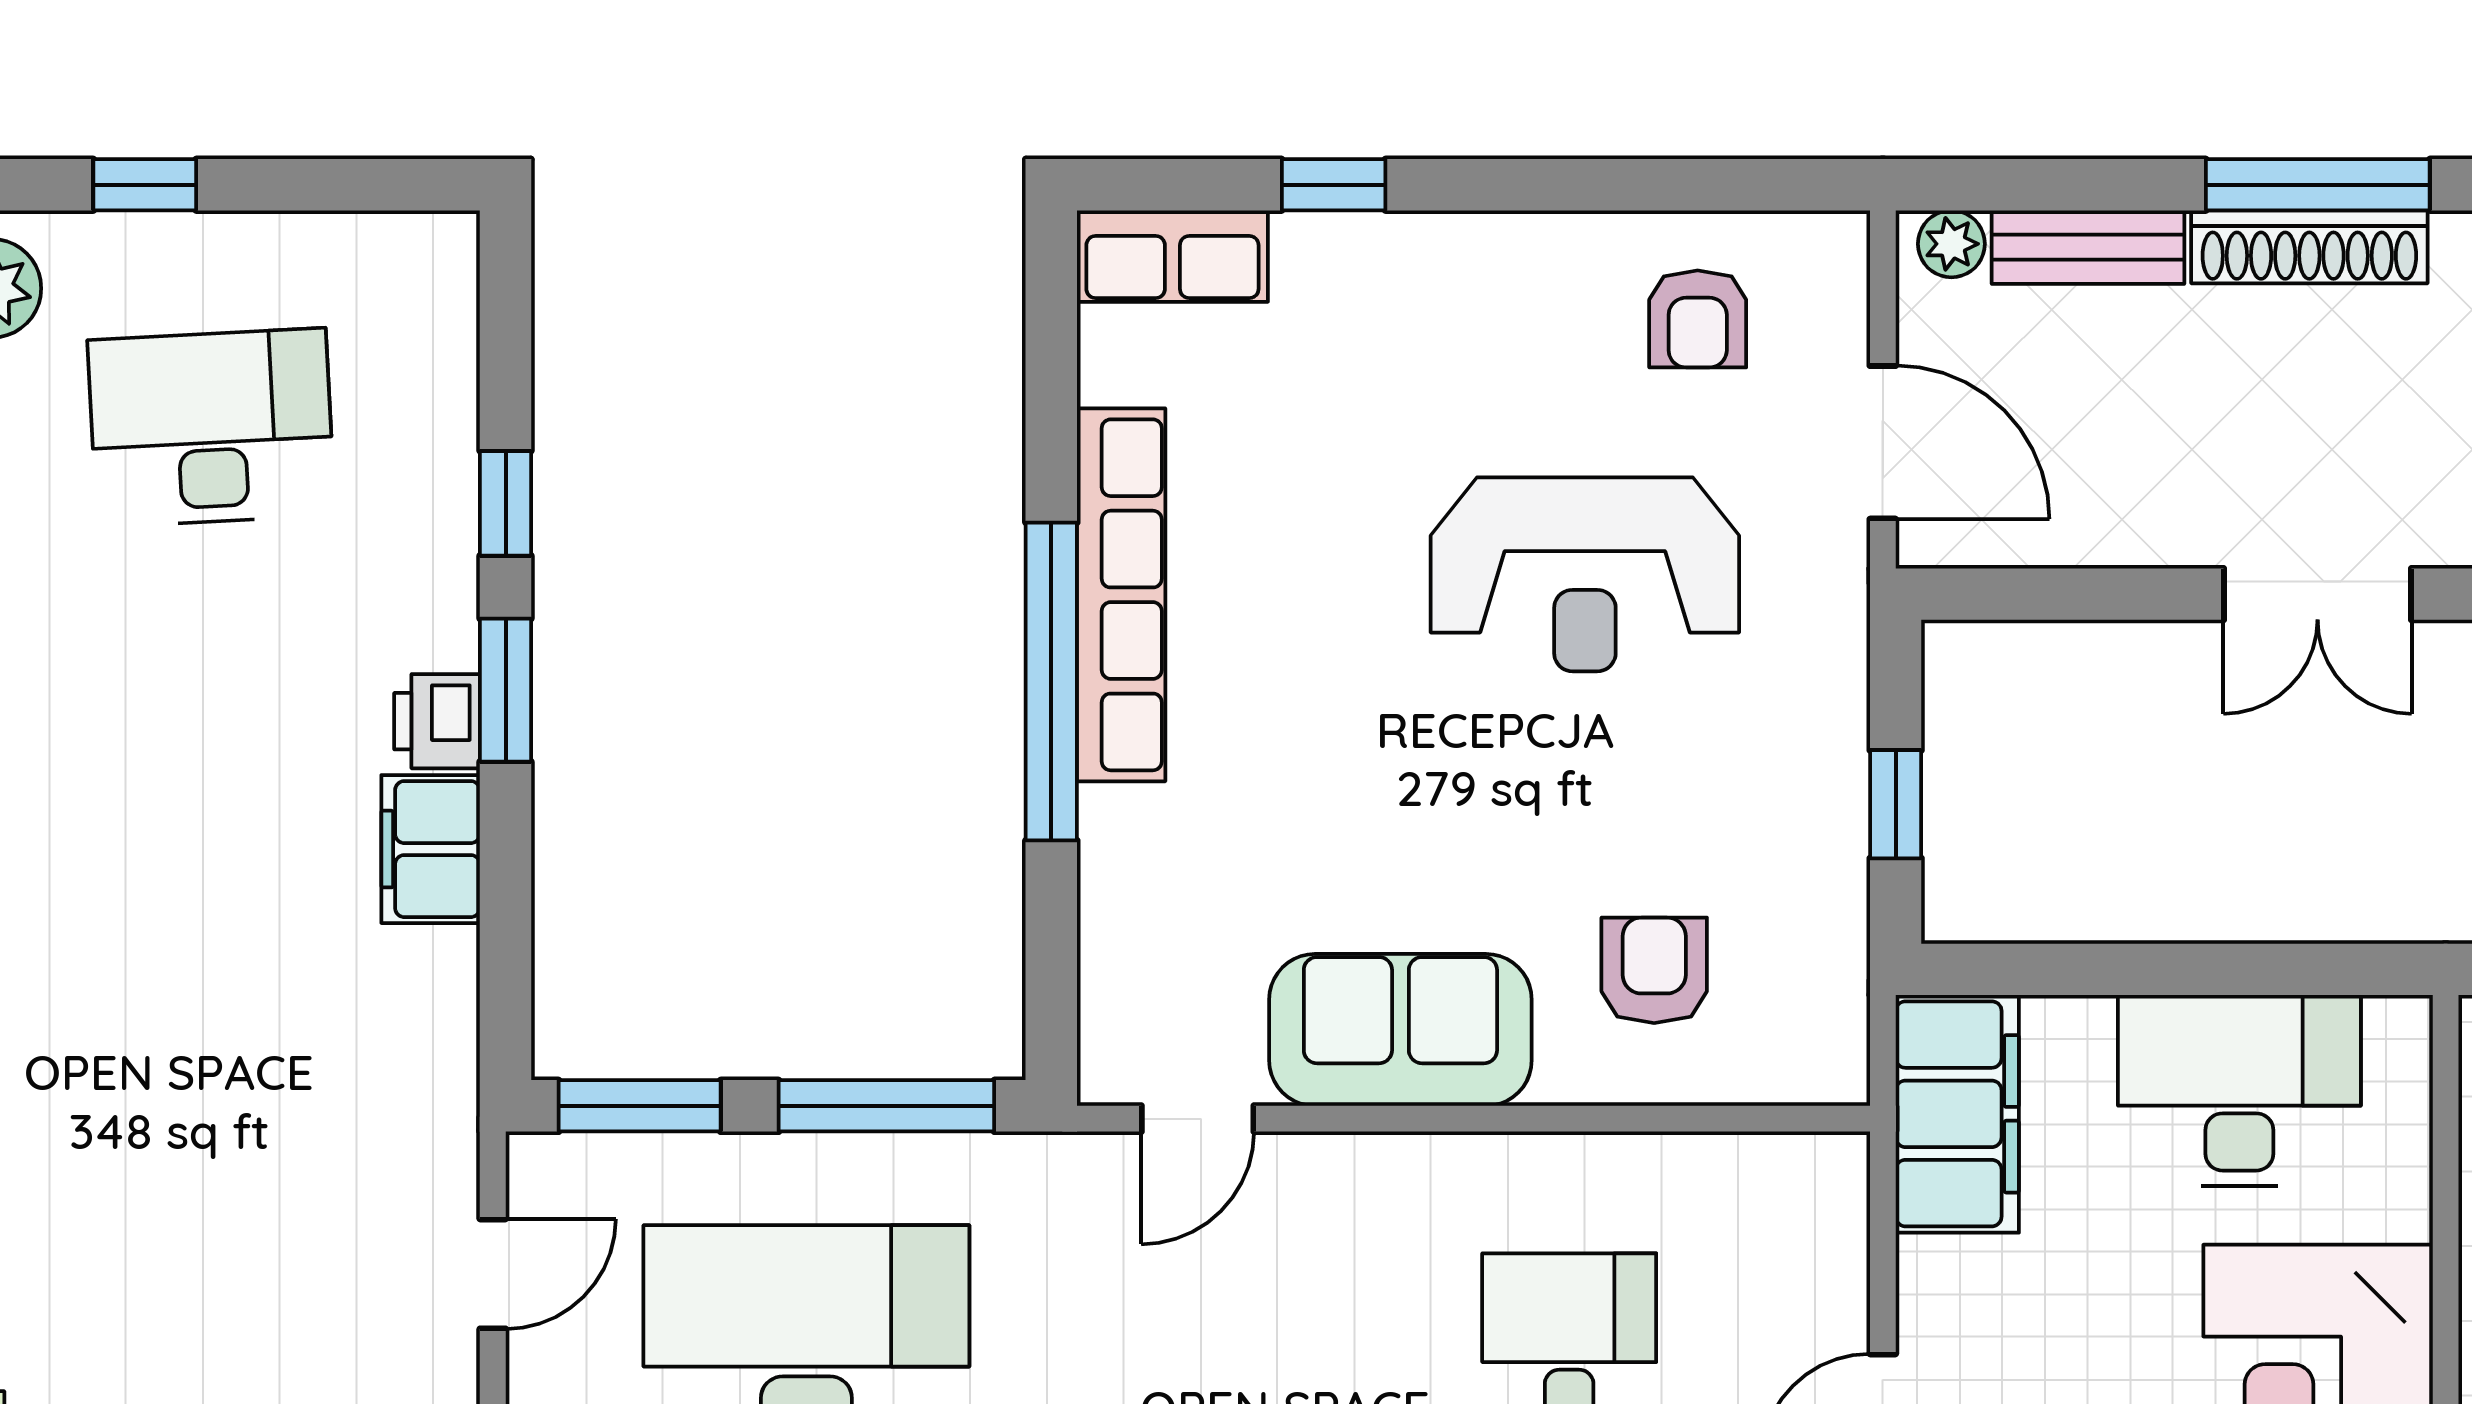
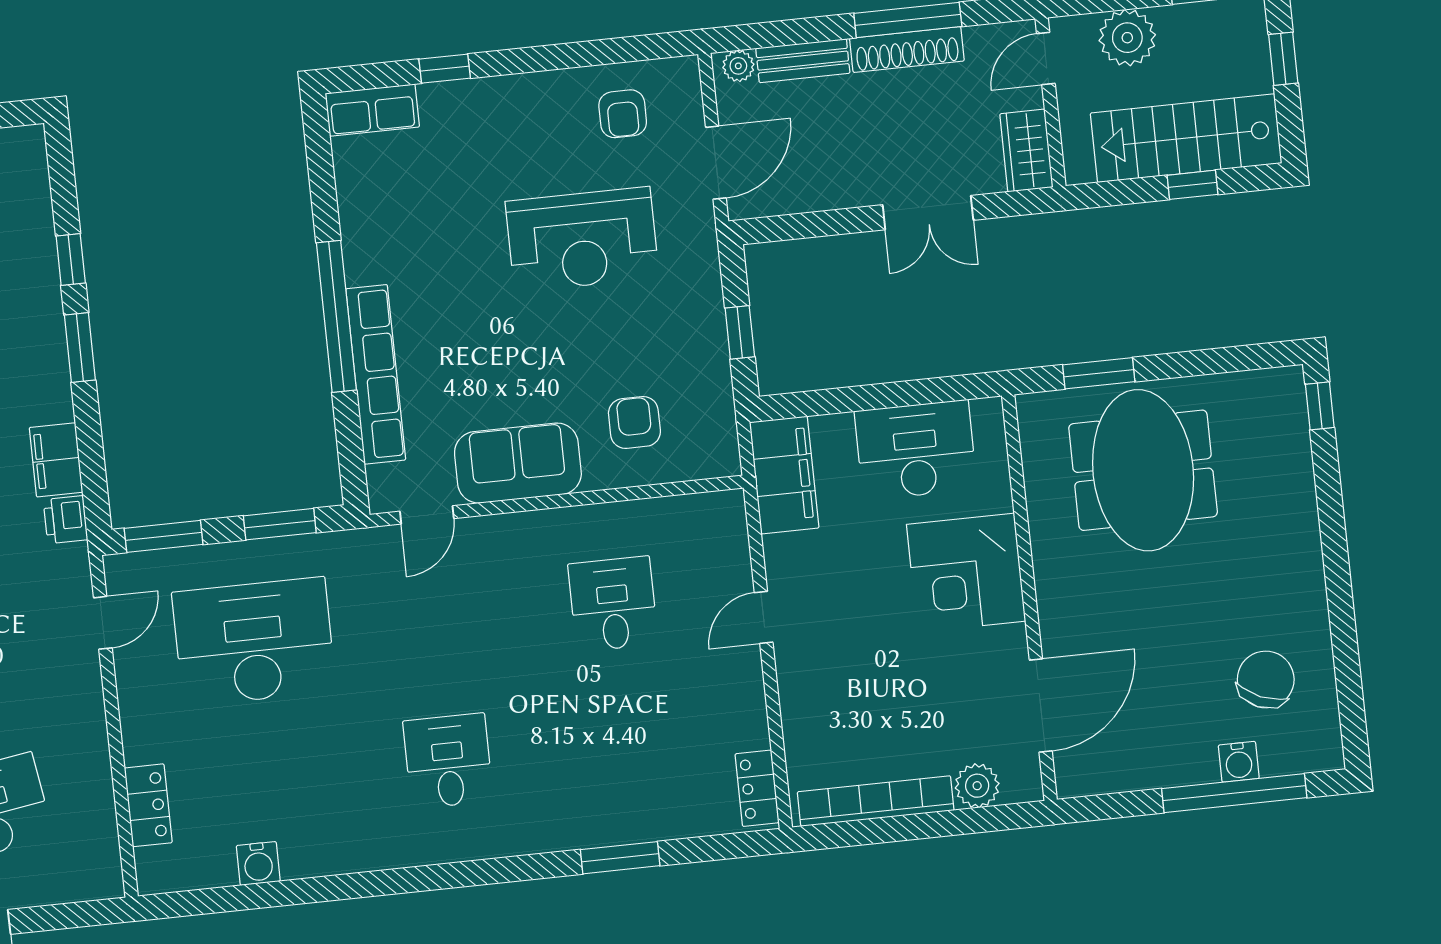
door: (1883, 442) -> (716, 163), hinge flipped
row of seats: (1121, 595) -> (376, 374), moved
printer: (437, 721) -> (65, 520), moved
filing cabinet: (431, 849) -> (56, 460), moved
window: (886, 1106) -> (280, 524), width x0.69

